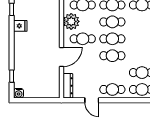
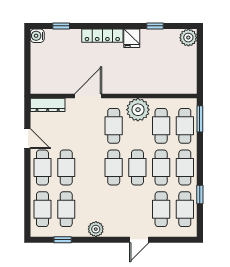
locker: (19, 47) -> (102, 36), added
cafe table: (112, 56) -> (66, 168), moved
door: (61, 57) -> (88, 96), swing flipped
door: (92, 100) -> (27, 139), swing flipped

